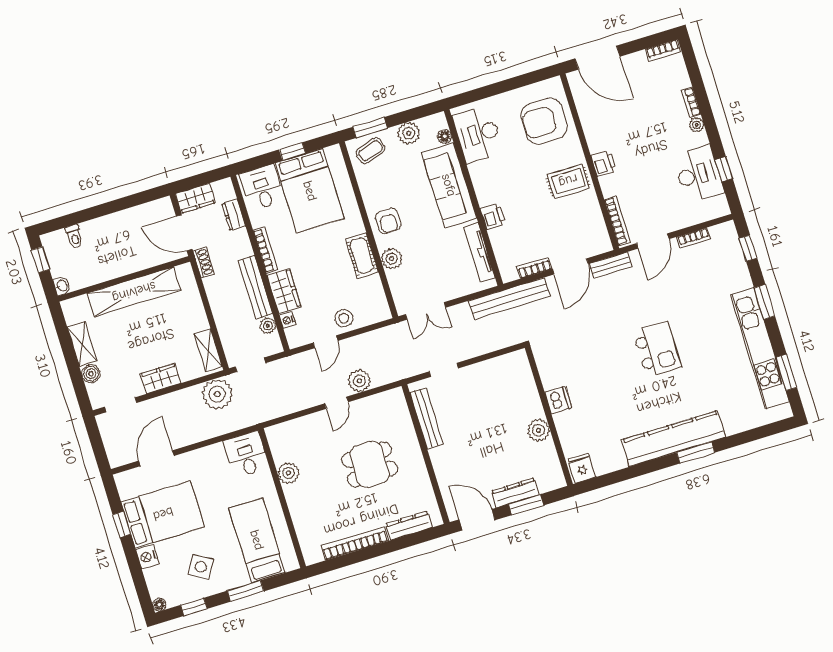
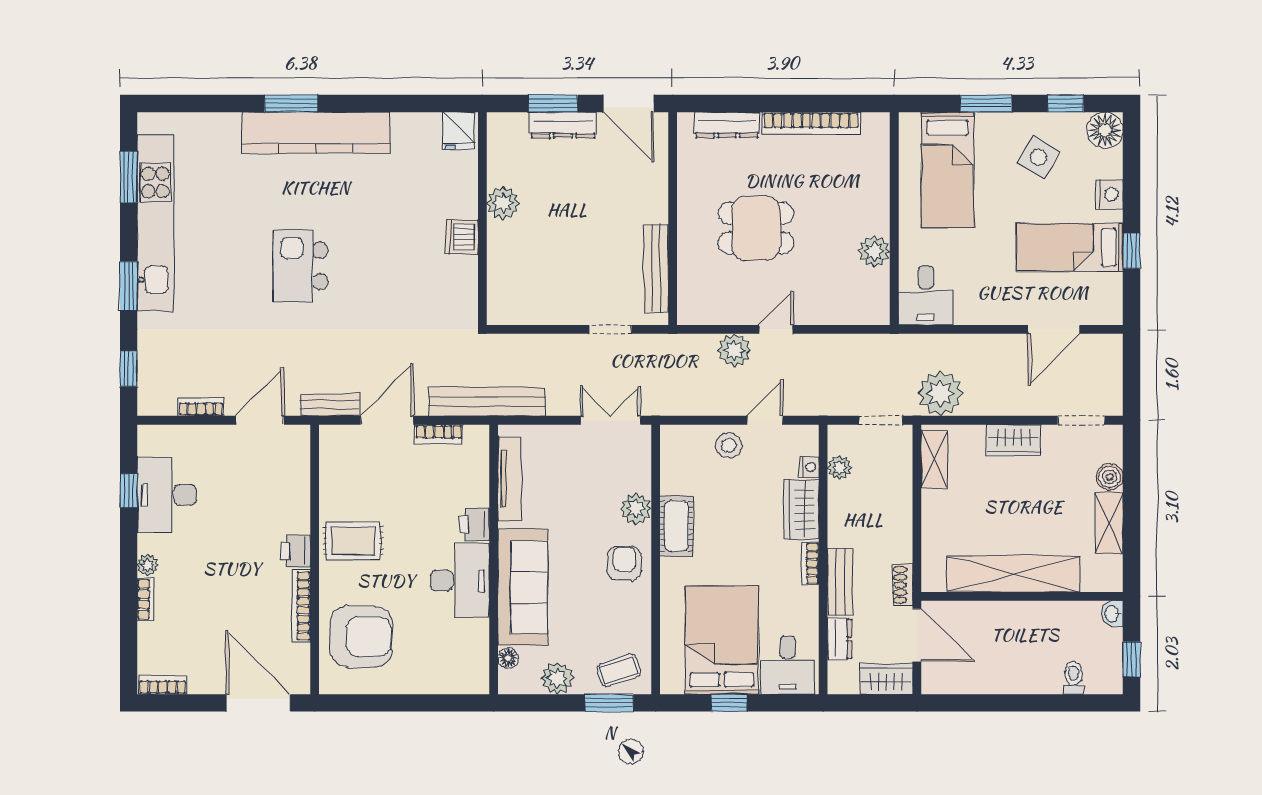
desk: (478, 134) -> (460, 581), moved
bookcase: (617, 221) -> (301, 606), moved
bookcase: (265, 250) -> (810, 563), width x0.64
bench: (255, 287) -> (840, 582), moved, width x0.73
bed: (163, 514) -> (1070, 247), width x0.67
floor lamp: (159, 605) -> (1105, 130), width x1.89, depth x1.89

